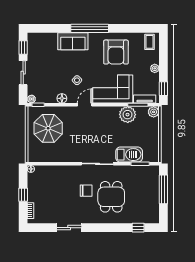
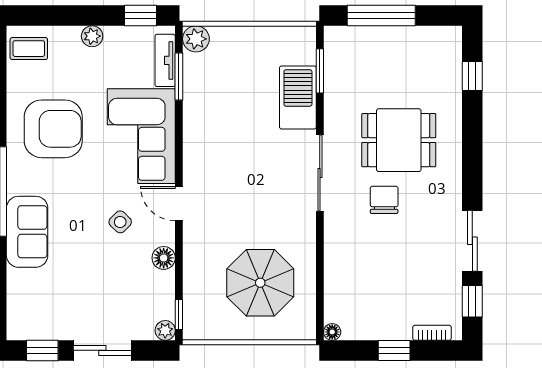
plant: (128, 115) -> (202, 101), removed
parasol: (48, 128) -> (260, 283), moved
window: (44, 228) -> (472, 301), added

